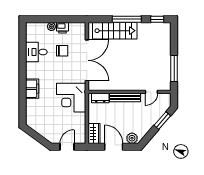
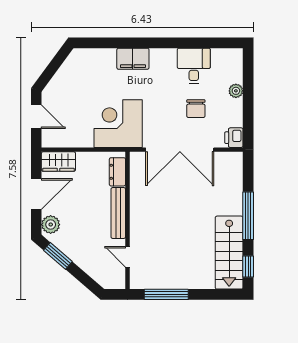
printer: (62, 28) -> (234, 138), moved
stairs: (115, 31) -> (229, 253), moved
window: (162, 121) -> (58, 256), moved

